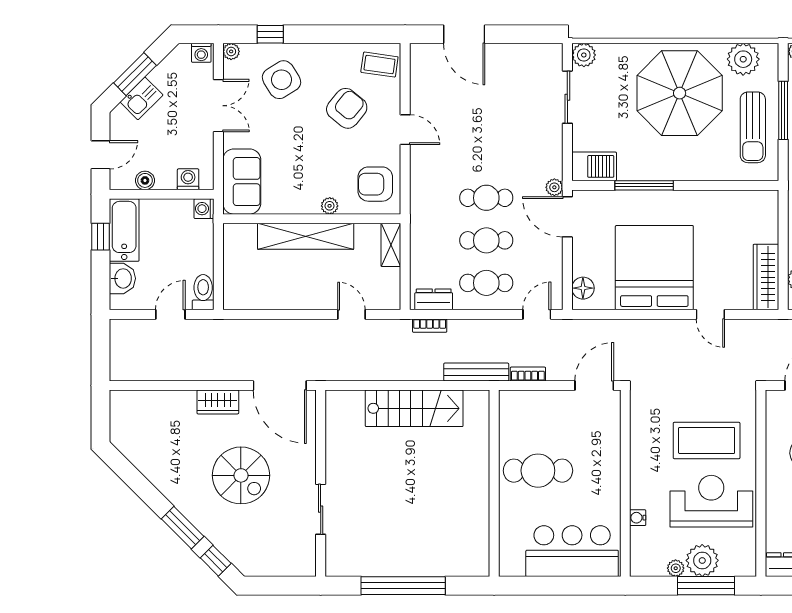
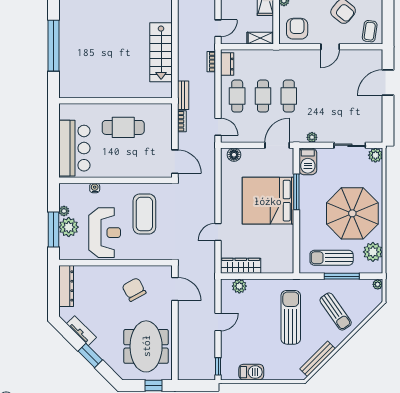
plant: (554, 187) -> (312, 137), moved
bed: (654, 268) -> (268, 201), moved, turned 180
door: (352, 314) -> (218, 28), moved
bench: (476, 372) -> (183, 95), width x0.73
coffee table: (707, 440) -> (144, 214), moved
cafe table: (538, 471) -> (123, 127), turned 90

